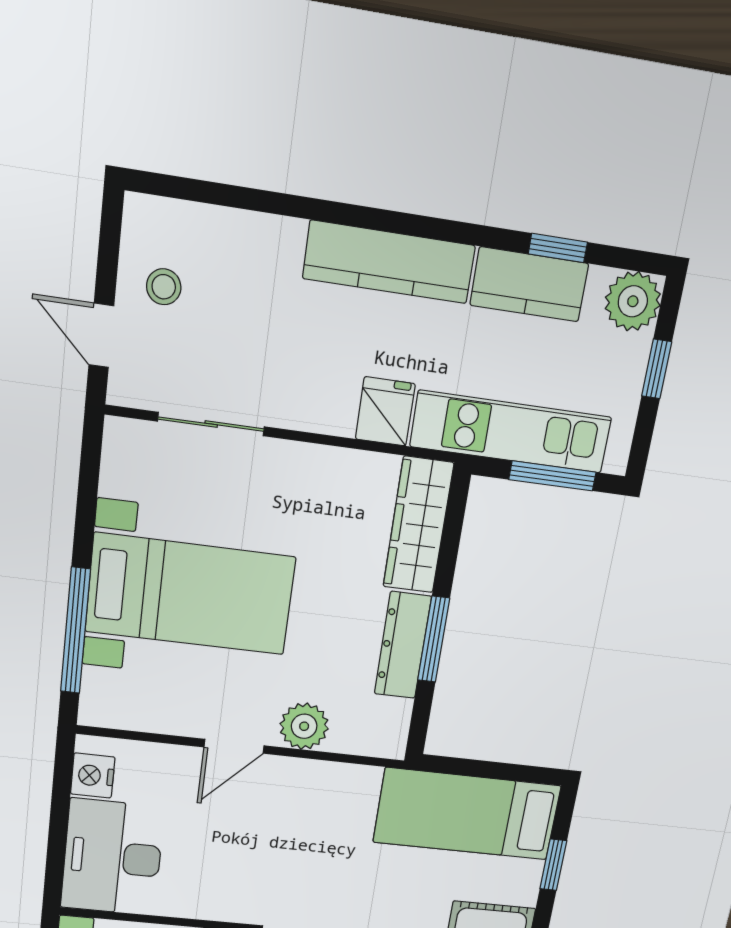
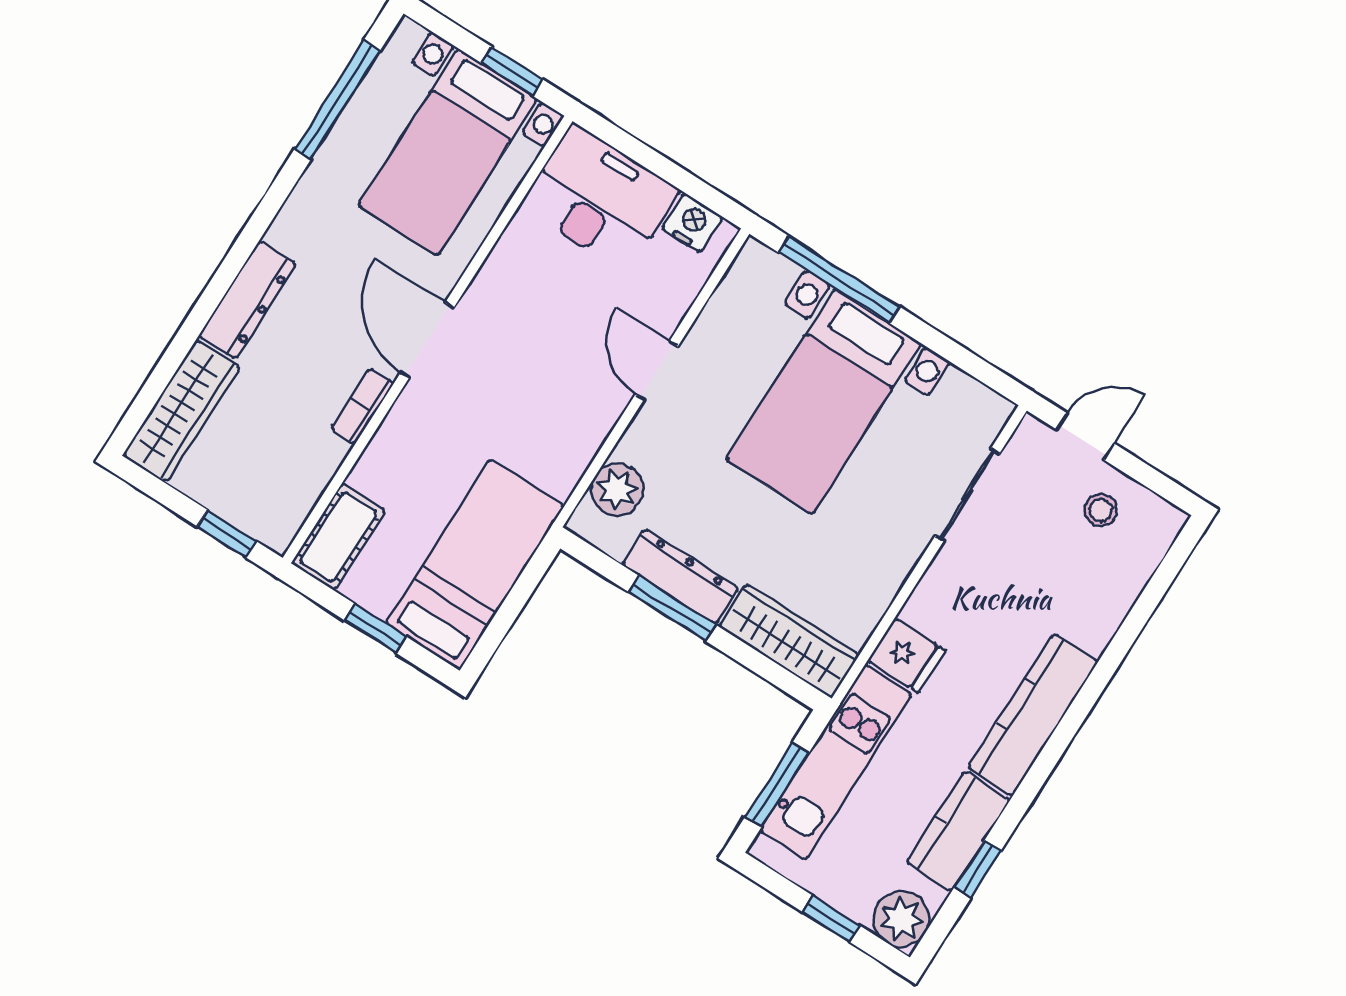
plant: (304, 726) -> (617, 490), moved

